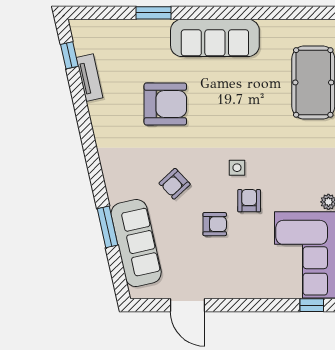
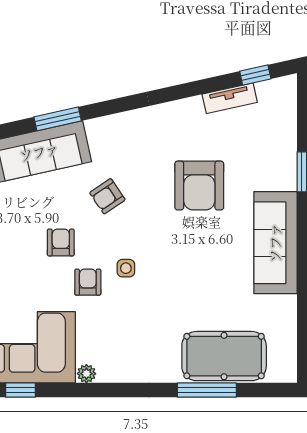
armchair: (175, 184) -> (107, 196), turned -81
armchair: (249, 201) -> (88, 282), turned -90
armchair: (215, 224) -> (61, 242), turned 180

